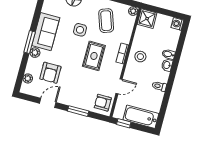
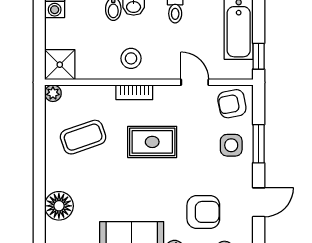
side table: (80, 30) -> (231, 145), moved
door: (48, 103) -> (259, 202), swing flipped
armchair: (103, 103) -> (232, 104), turned 79

